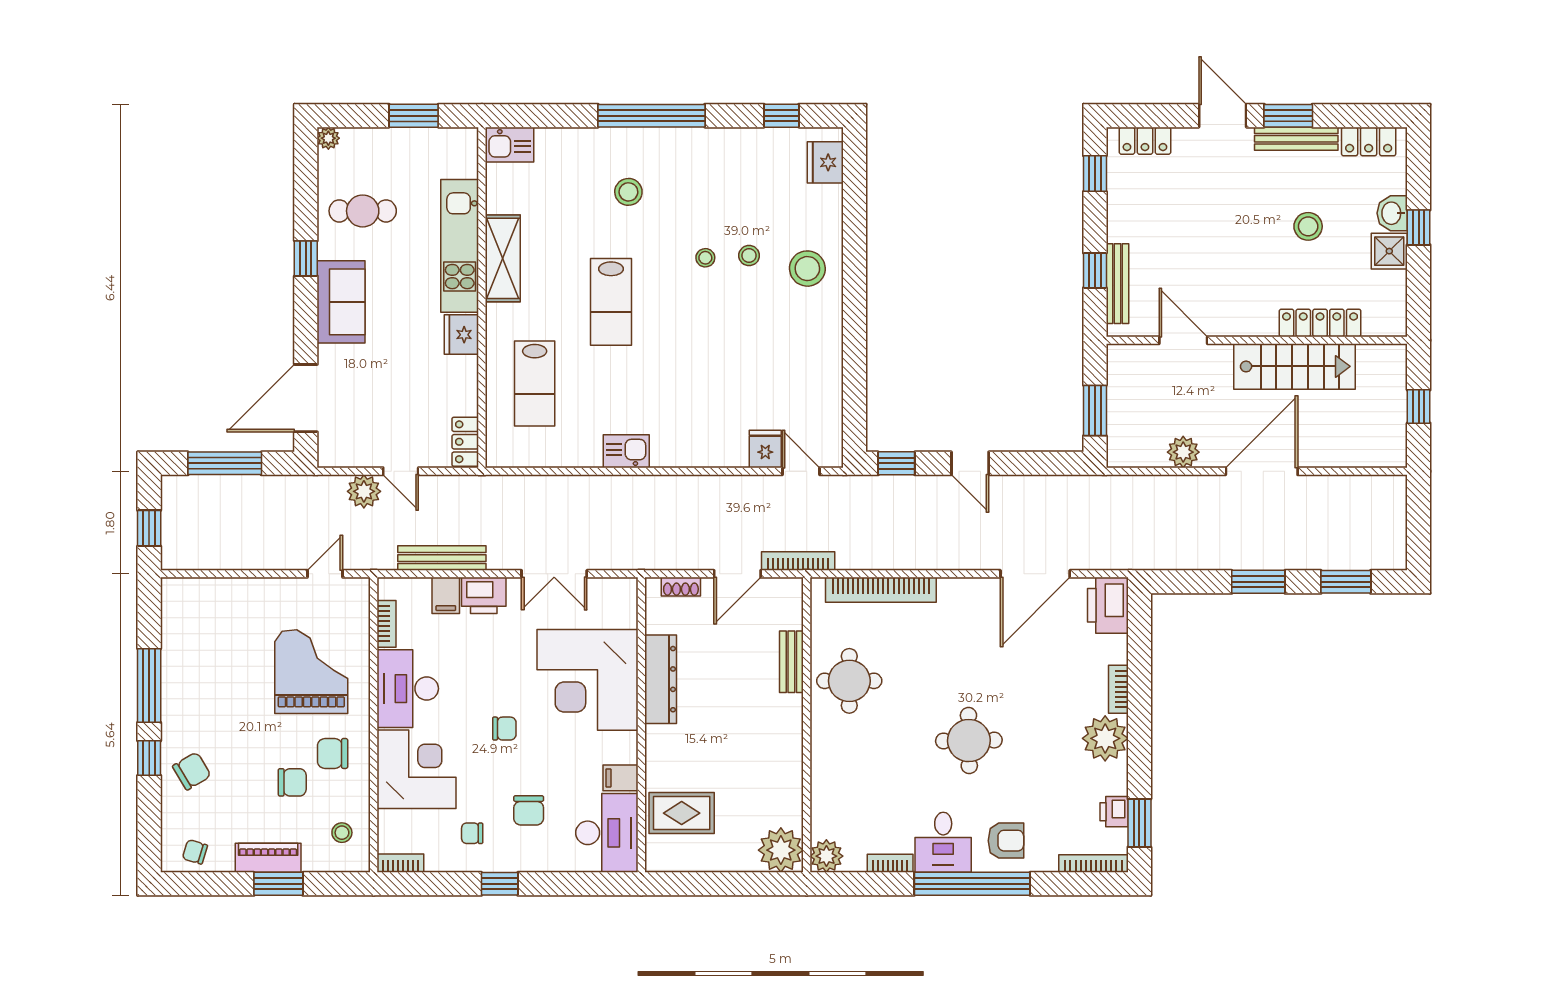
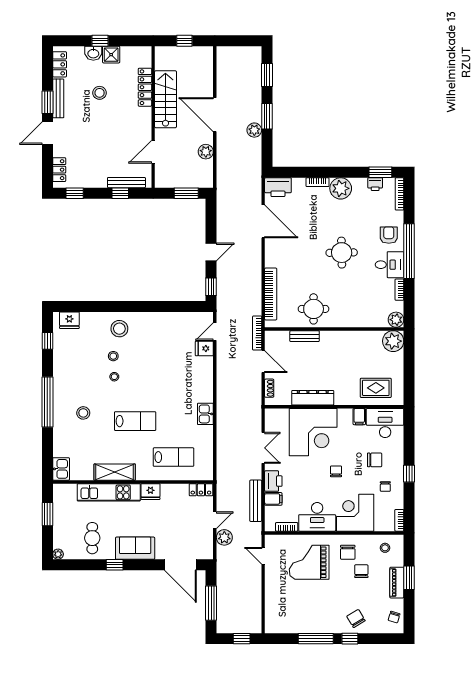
plant: (1229, 555) -> (254, 130), added
rug: (682, 813) -> (376, 388), turned 90

